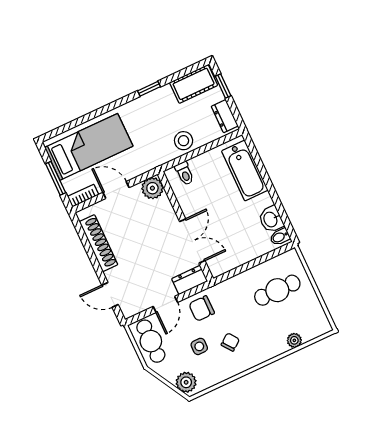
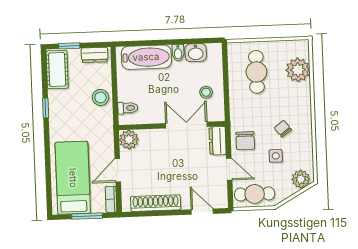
bidet: (280, 237) -> (178, 53), moved
stool: (235, 247) -> (206, 92), added
door: (110, 295) -> (202, 212), swing flipped
plant: (294, 340) -> (298, 70), width x1.88, depth x1.88

